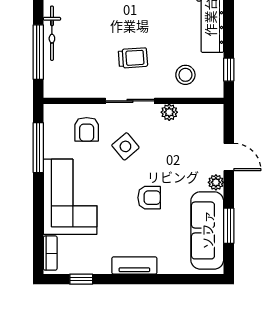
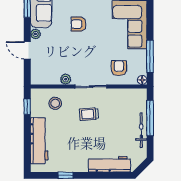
floor lamp: (50, 111) -> (142, 80), added
side table: (125, 146) -> (94, 57), removed

